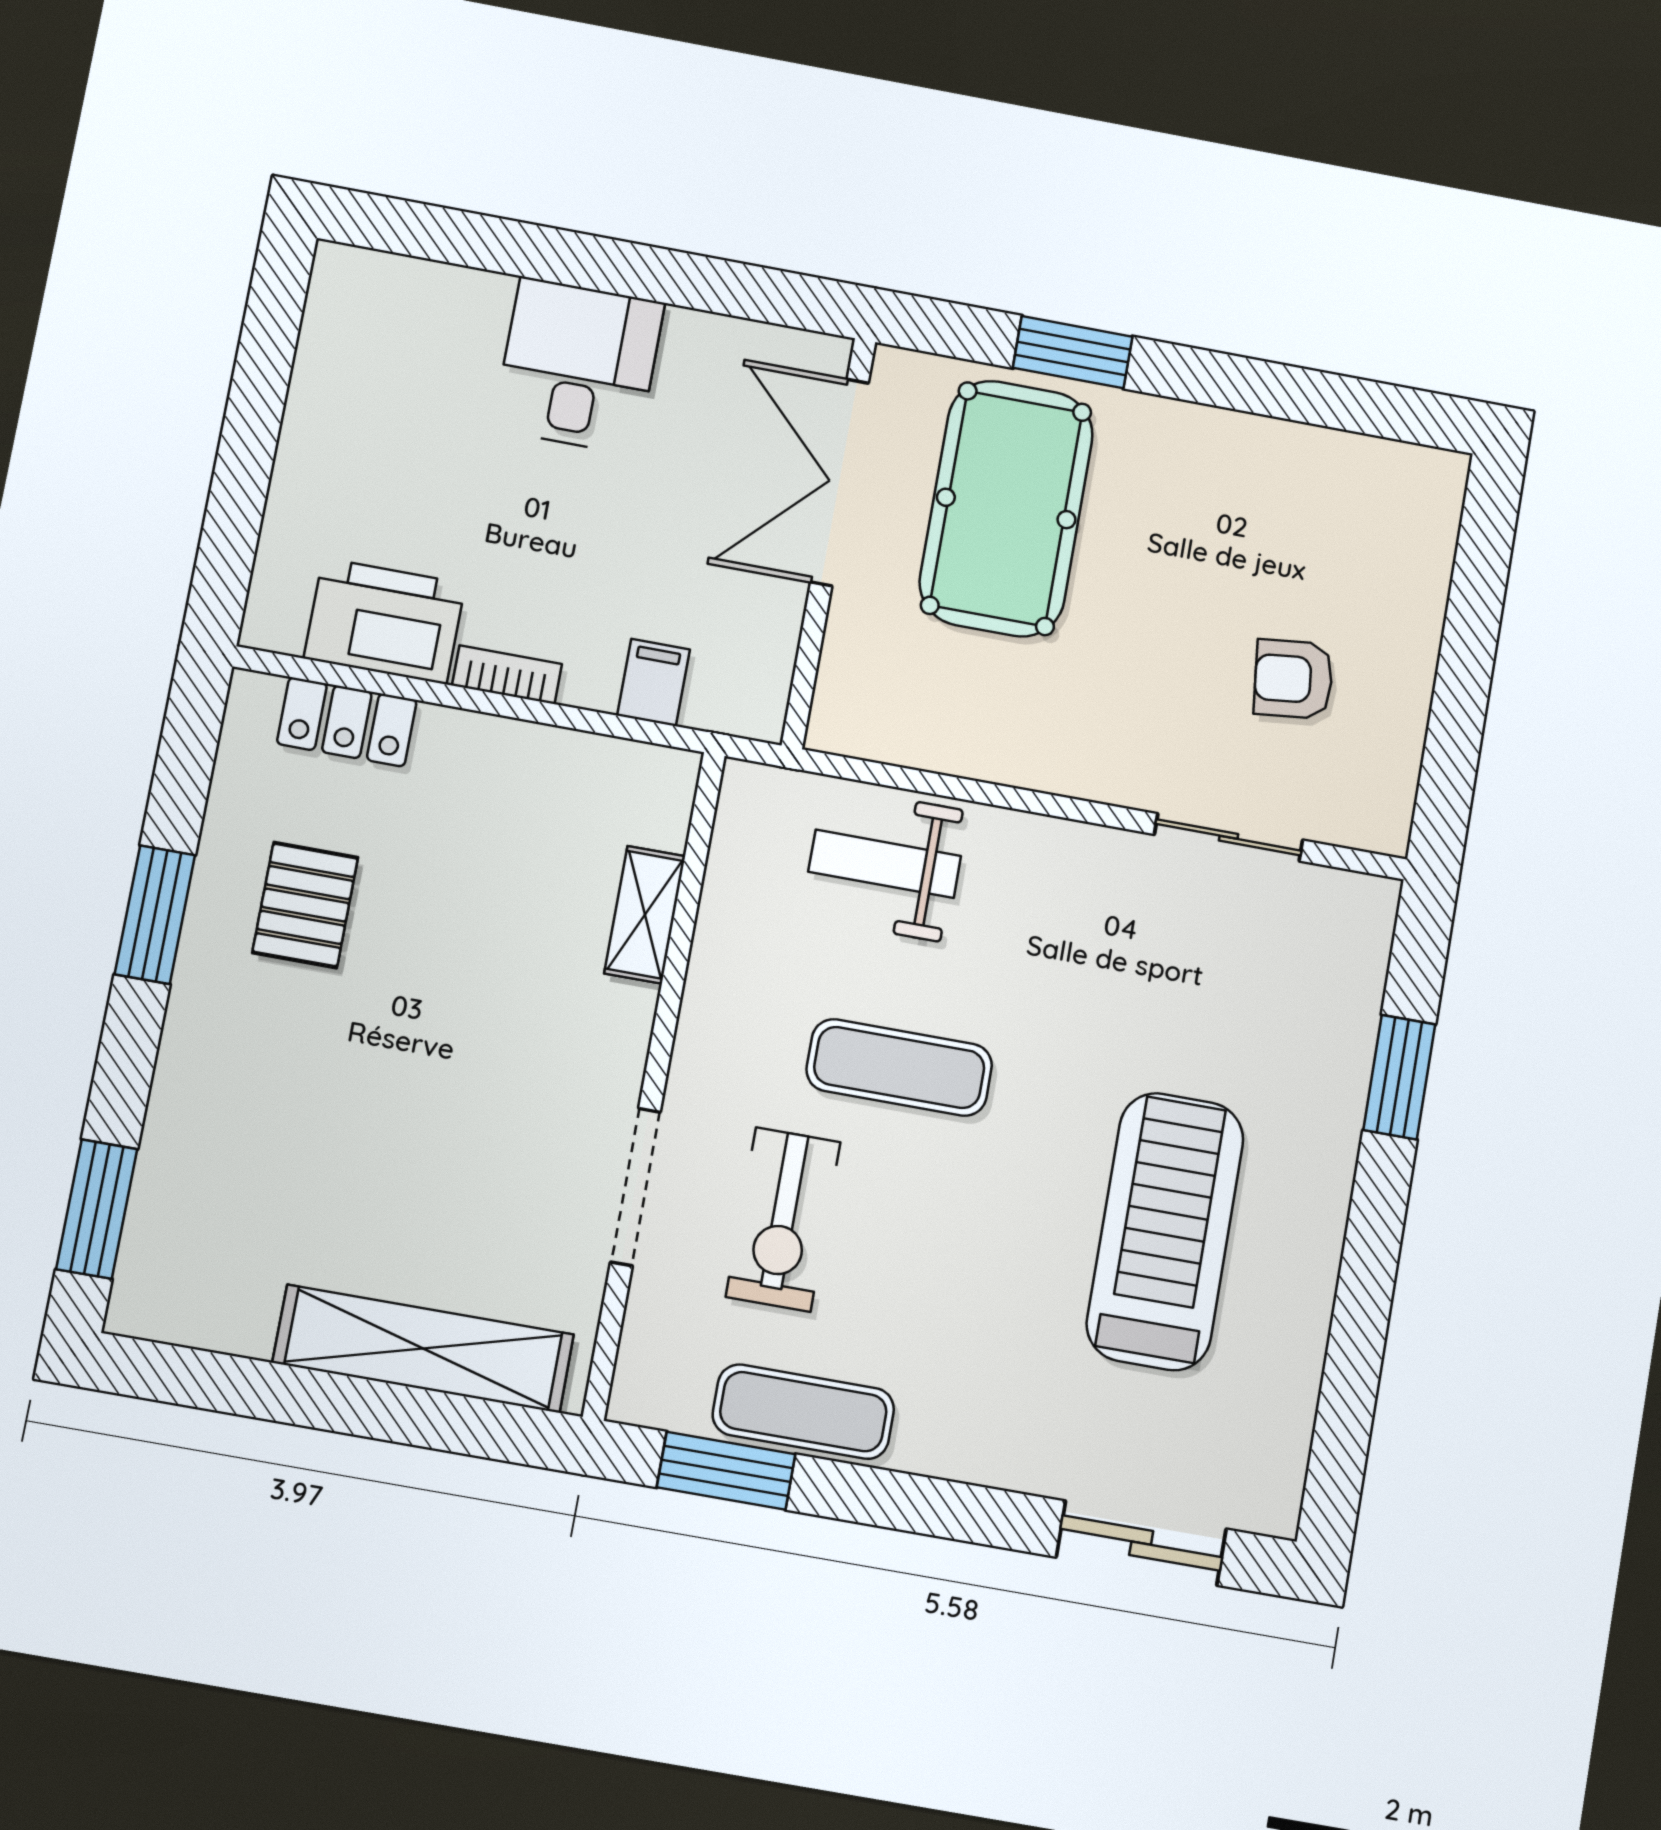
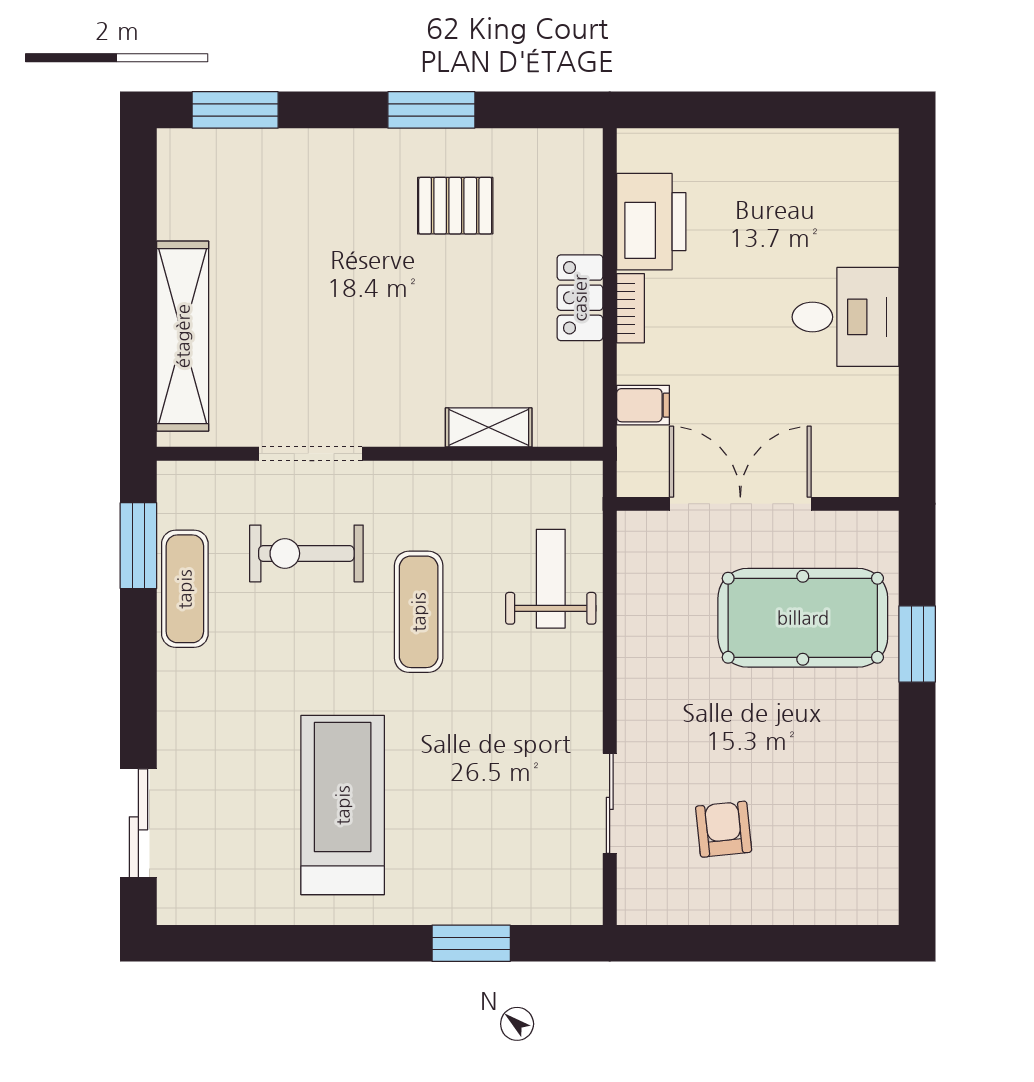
double door: (840, 482) -> (740, 504), moved
locker: (347, 722) -> (580, 298), moved
treadmill: (1165, 1231) -> (343, 805), turned -90

